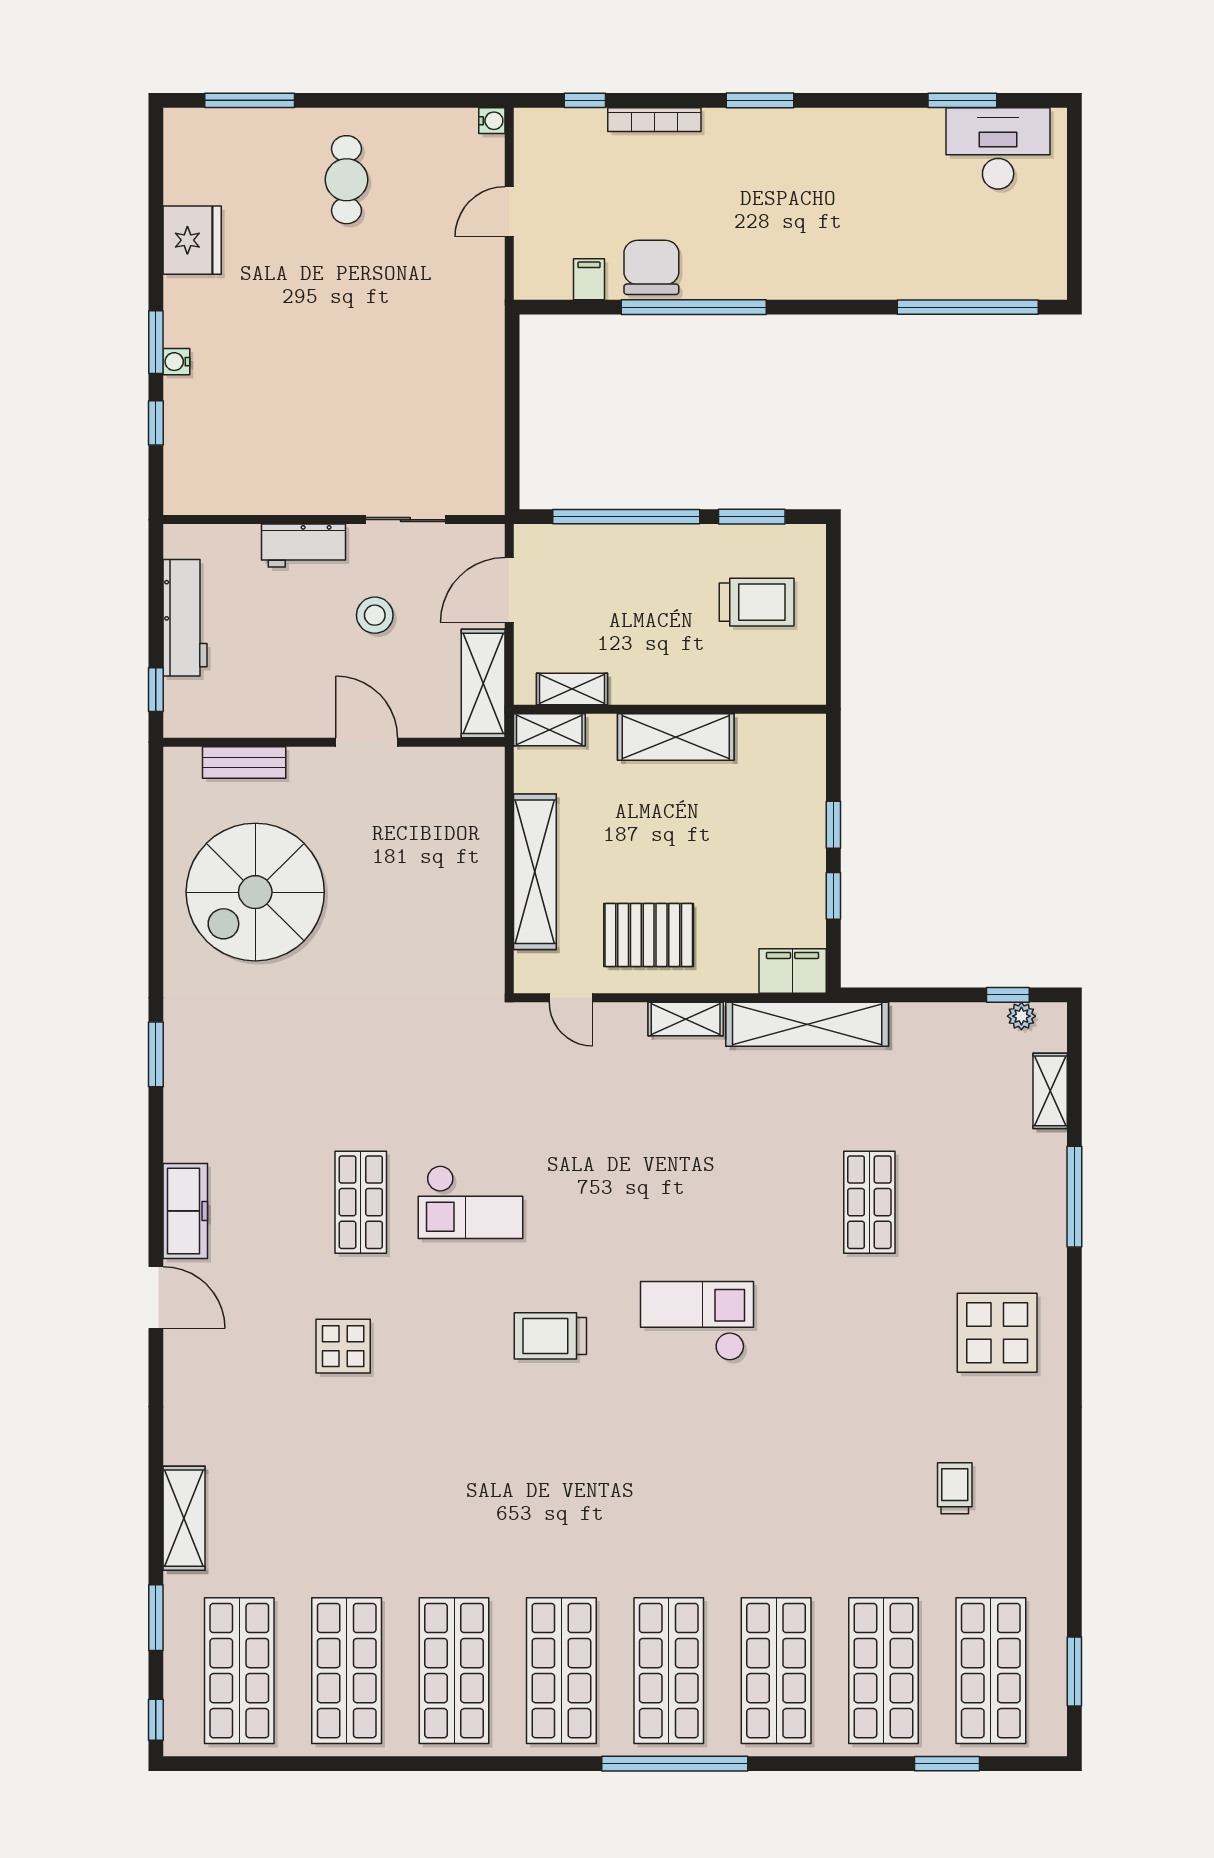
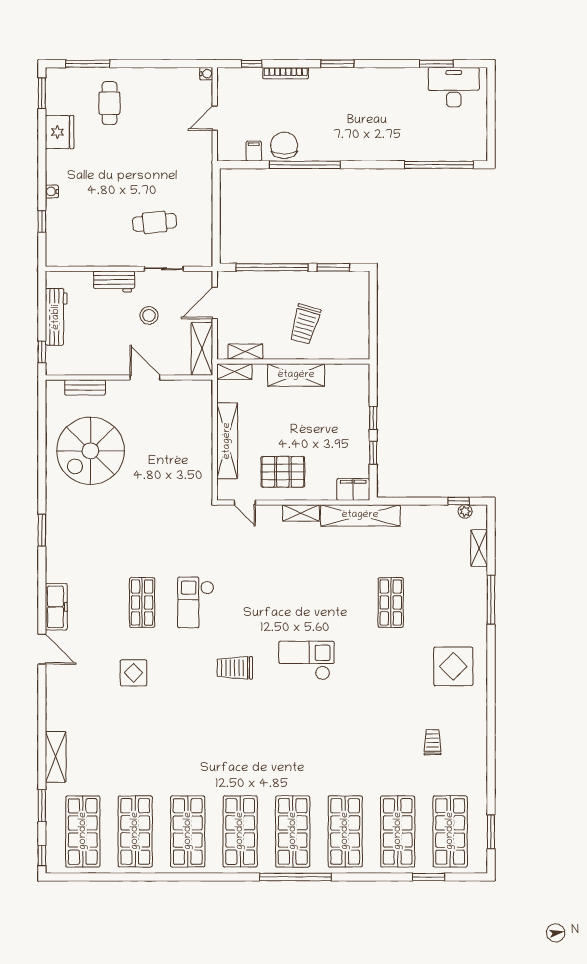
cafe table: (346, 180) -> (109, 103), moved
window: (156, 342) -> (42, 93), moved
cafe table: (386, 425) -> (155, 222), added
trolley: (757, 602) -> (305, 324), moved, turned 106
checkout: (471, 1202) -> (196, 602), turned 90

